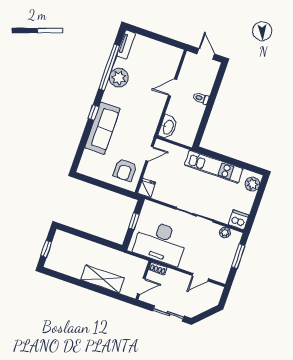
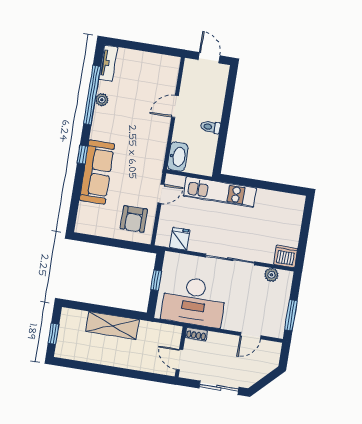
plant: (119, 78) -> (102, 100), width x0.53, depth x0.53
toilet: (201, 98) -> (210, 127), moved
kitchen unit: (214, 167) -> (220, 192), moved
plant: (252, 184) -> (295, 209), removed
fridge: (147, 188) -> (180, 239), moved
window: (238, 256) -> (291, 315), moved
shelving: (103, 279) -> (112, 325), moved
door: (141, 286) -> (179, 360), swing flipped

